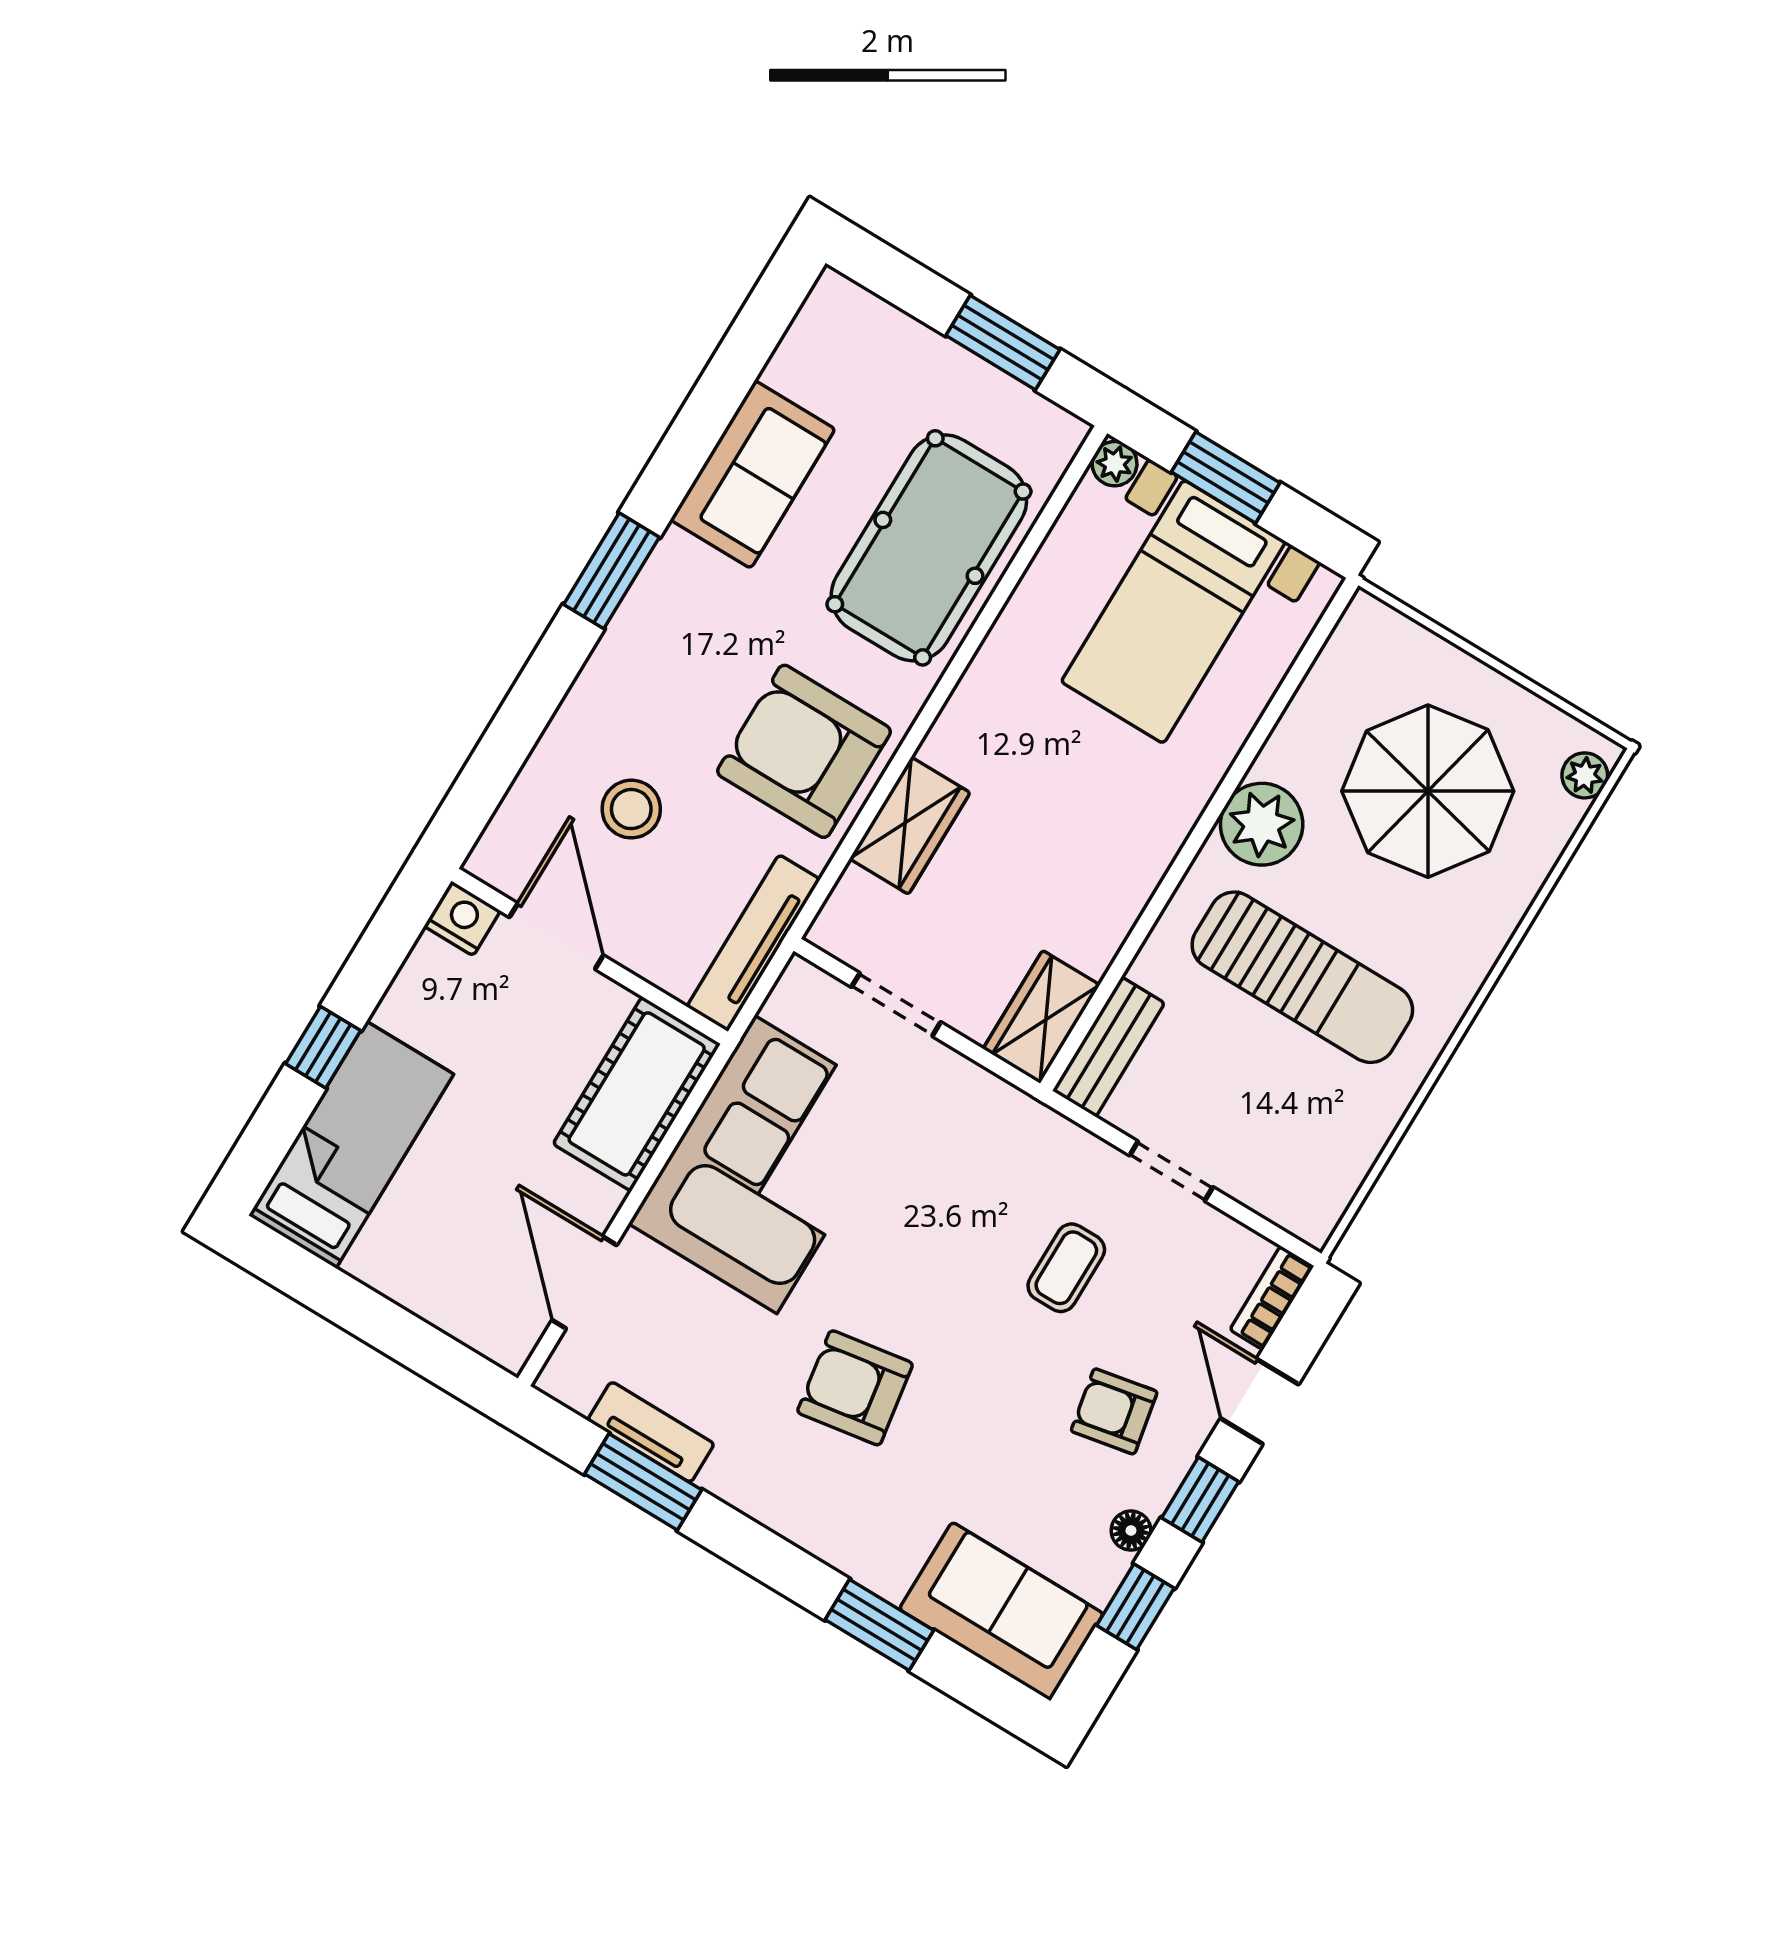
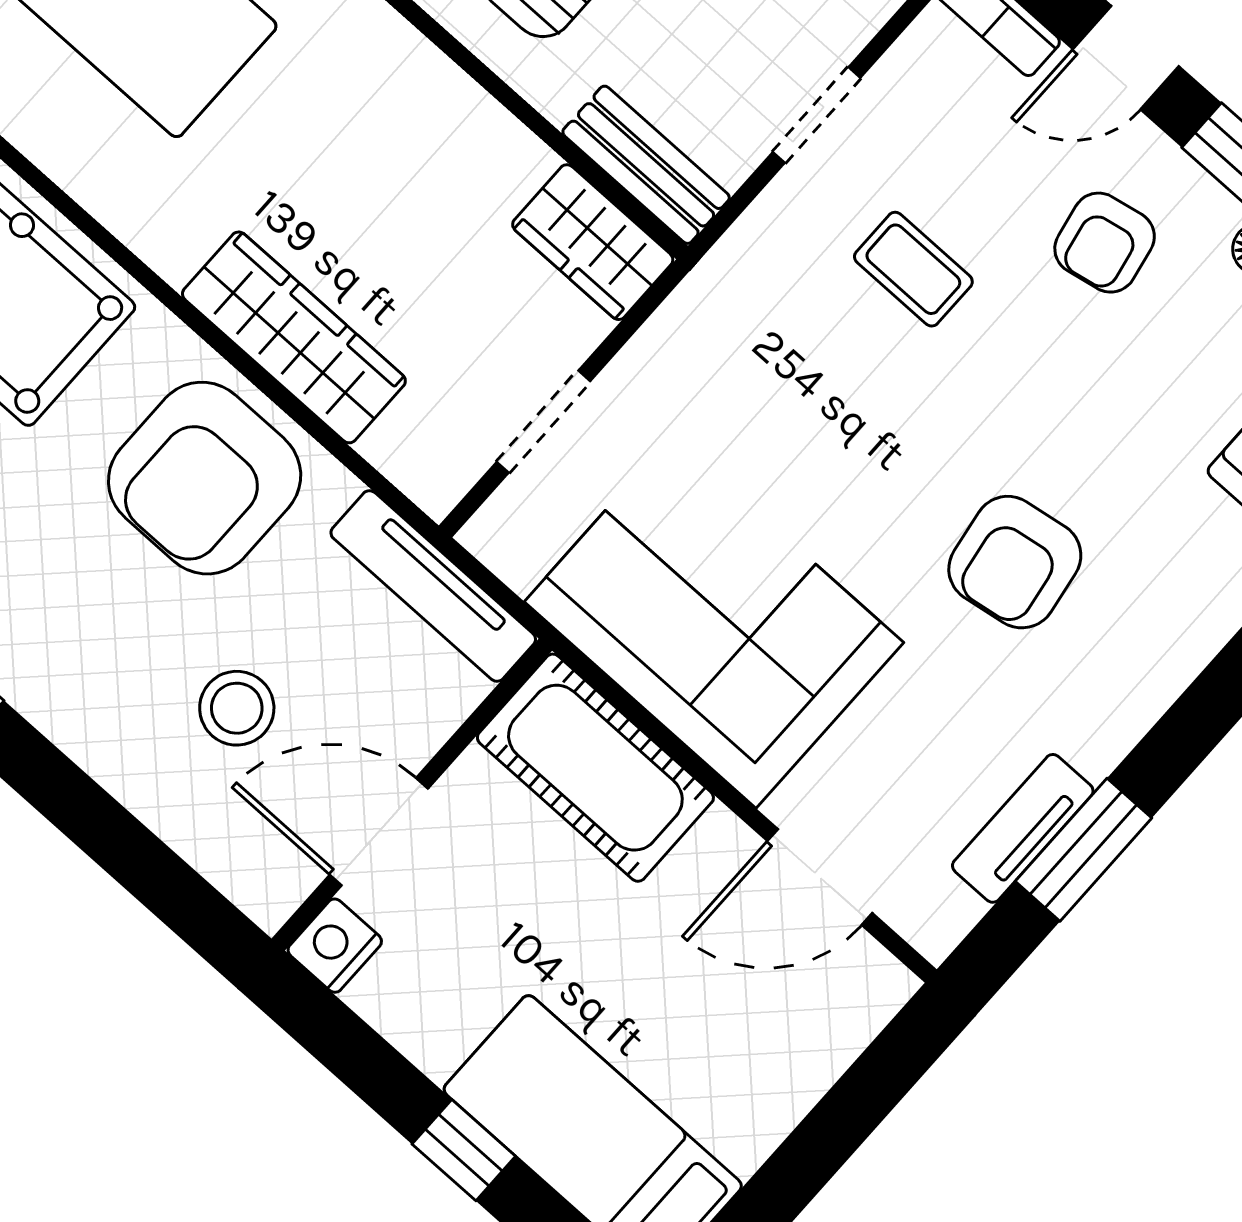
wardrobe: (910, 826) -> (294, 337), width x1.50

